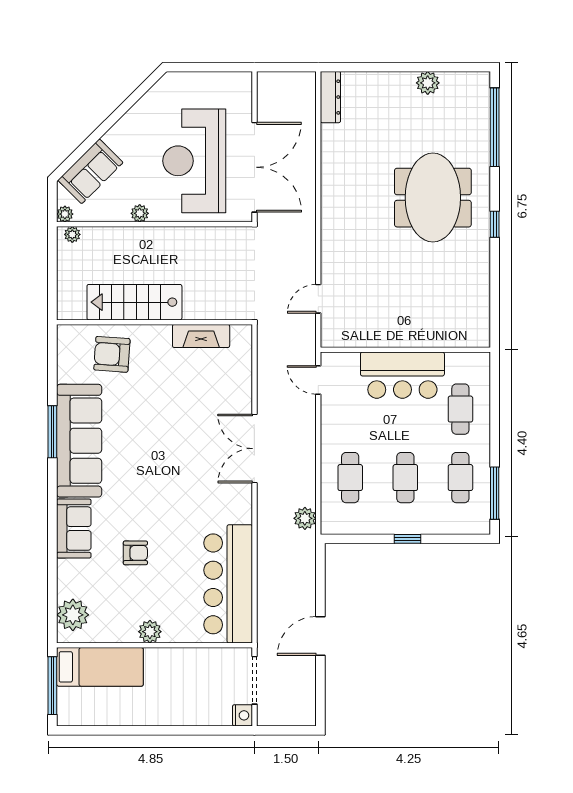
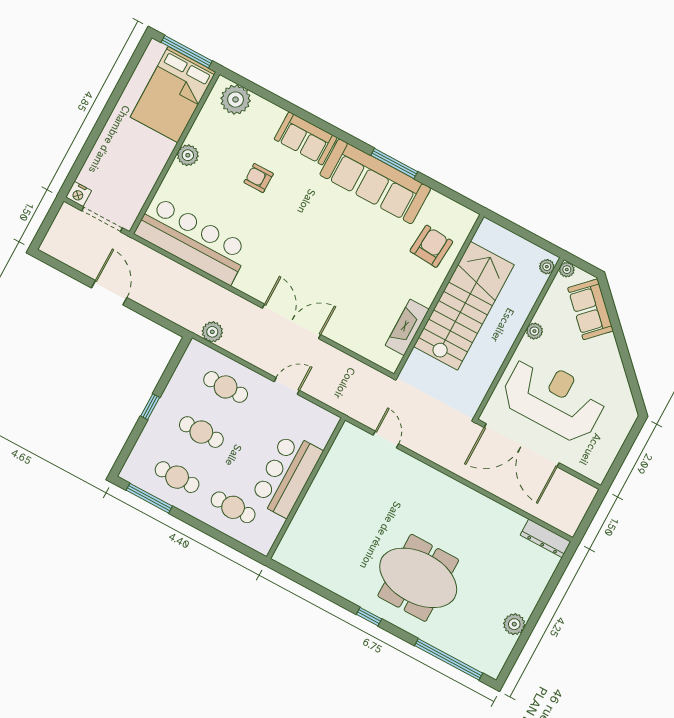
stairs: (134, 302) -> (464, 306), width x1.36, depth x1.51
door: (318, 380) -> (287, 386), moved
armchair: (135, 553) -> (259, 178), turned 90
bed: (100, 667) -> (173, 95), width x1.50

